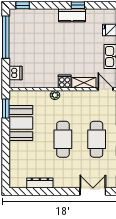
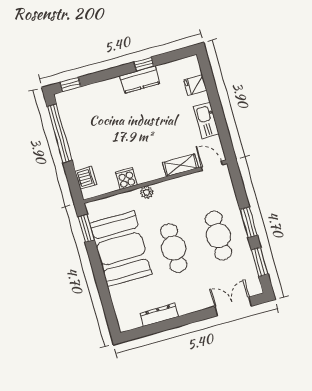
cooker: (65, 82) -> (126, 179), moved
booth: (21, 123) -> (121, 249), width x1.36, depth x1.42

